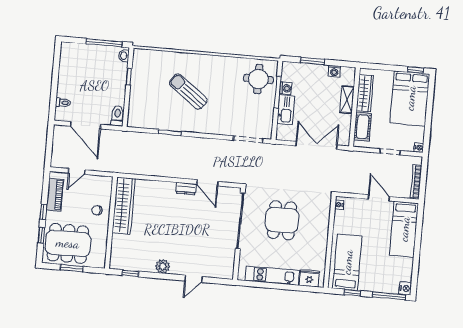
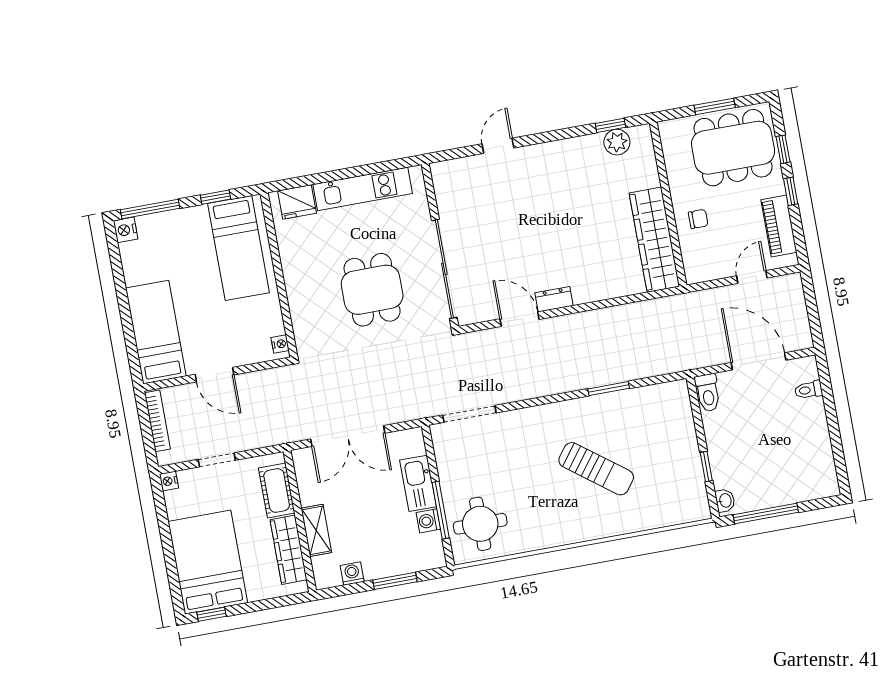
plant: (163, 266) -> (617, 142), moved

